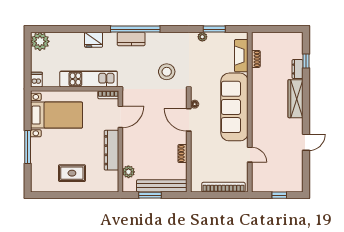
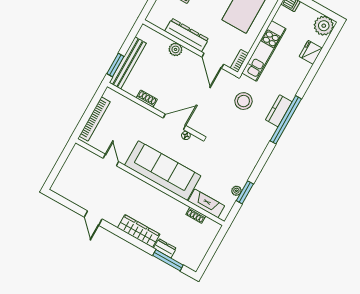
plant: (202, 37) -> (236, 191), moved
fridge: (94, 40) -> (311, 52), moved
window: (306, 61) -> (168, 260), width x2.17
stool: (167, 72) -> (243, 101), moved
door: (250, 155) -> (111, 160), swing flipped
plant: (128, 172) -> (175, 49), moved
window: (150, 195) -> (115, 65), moved
window: (279, 195) -> (58, 166), removed

